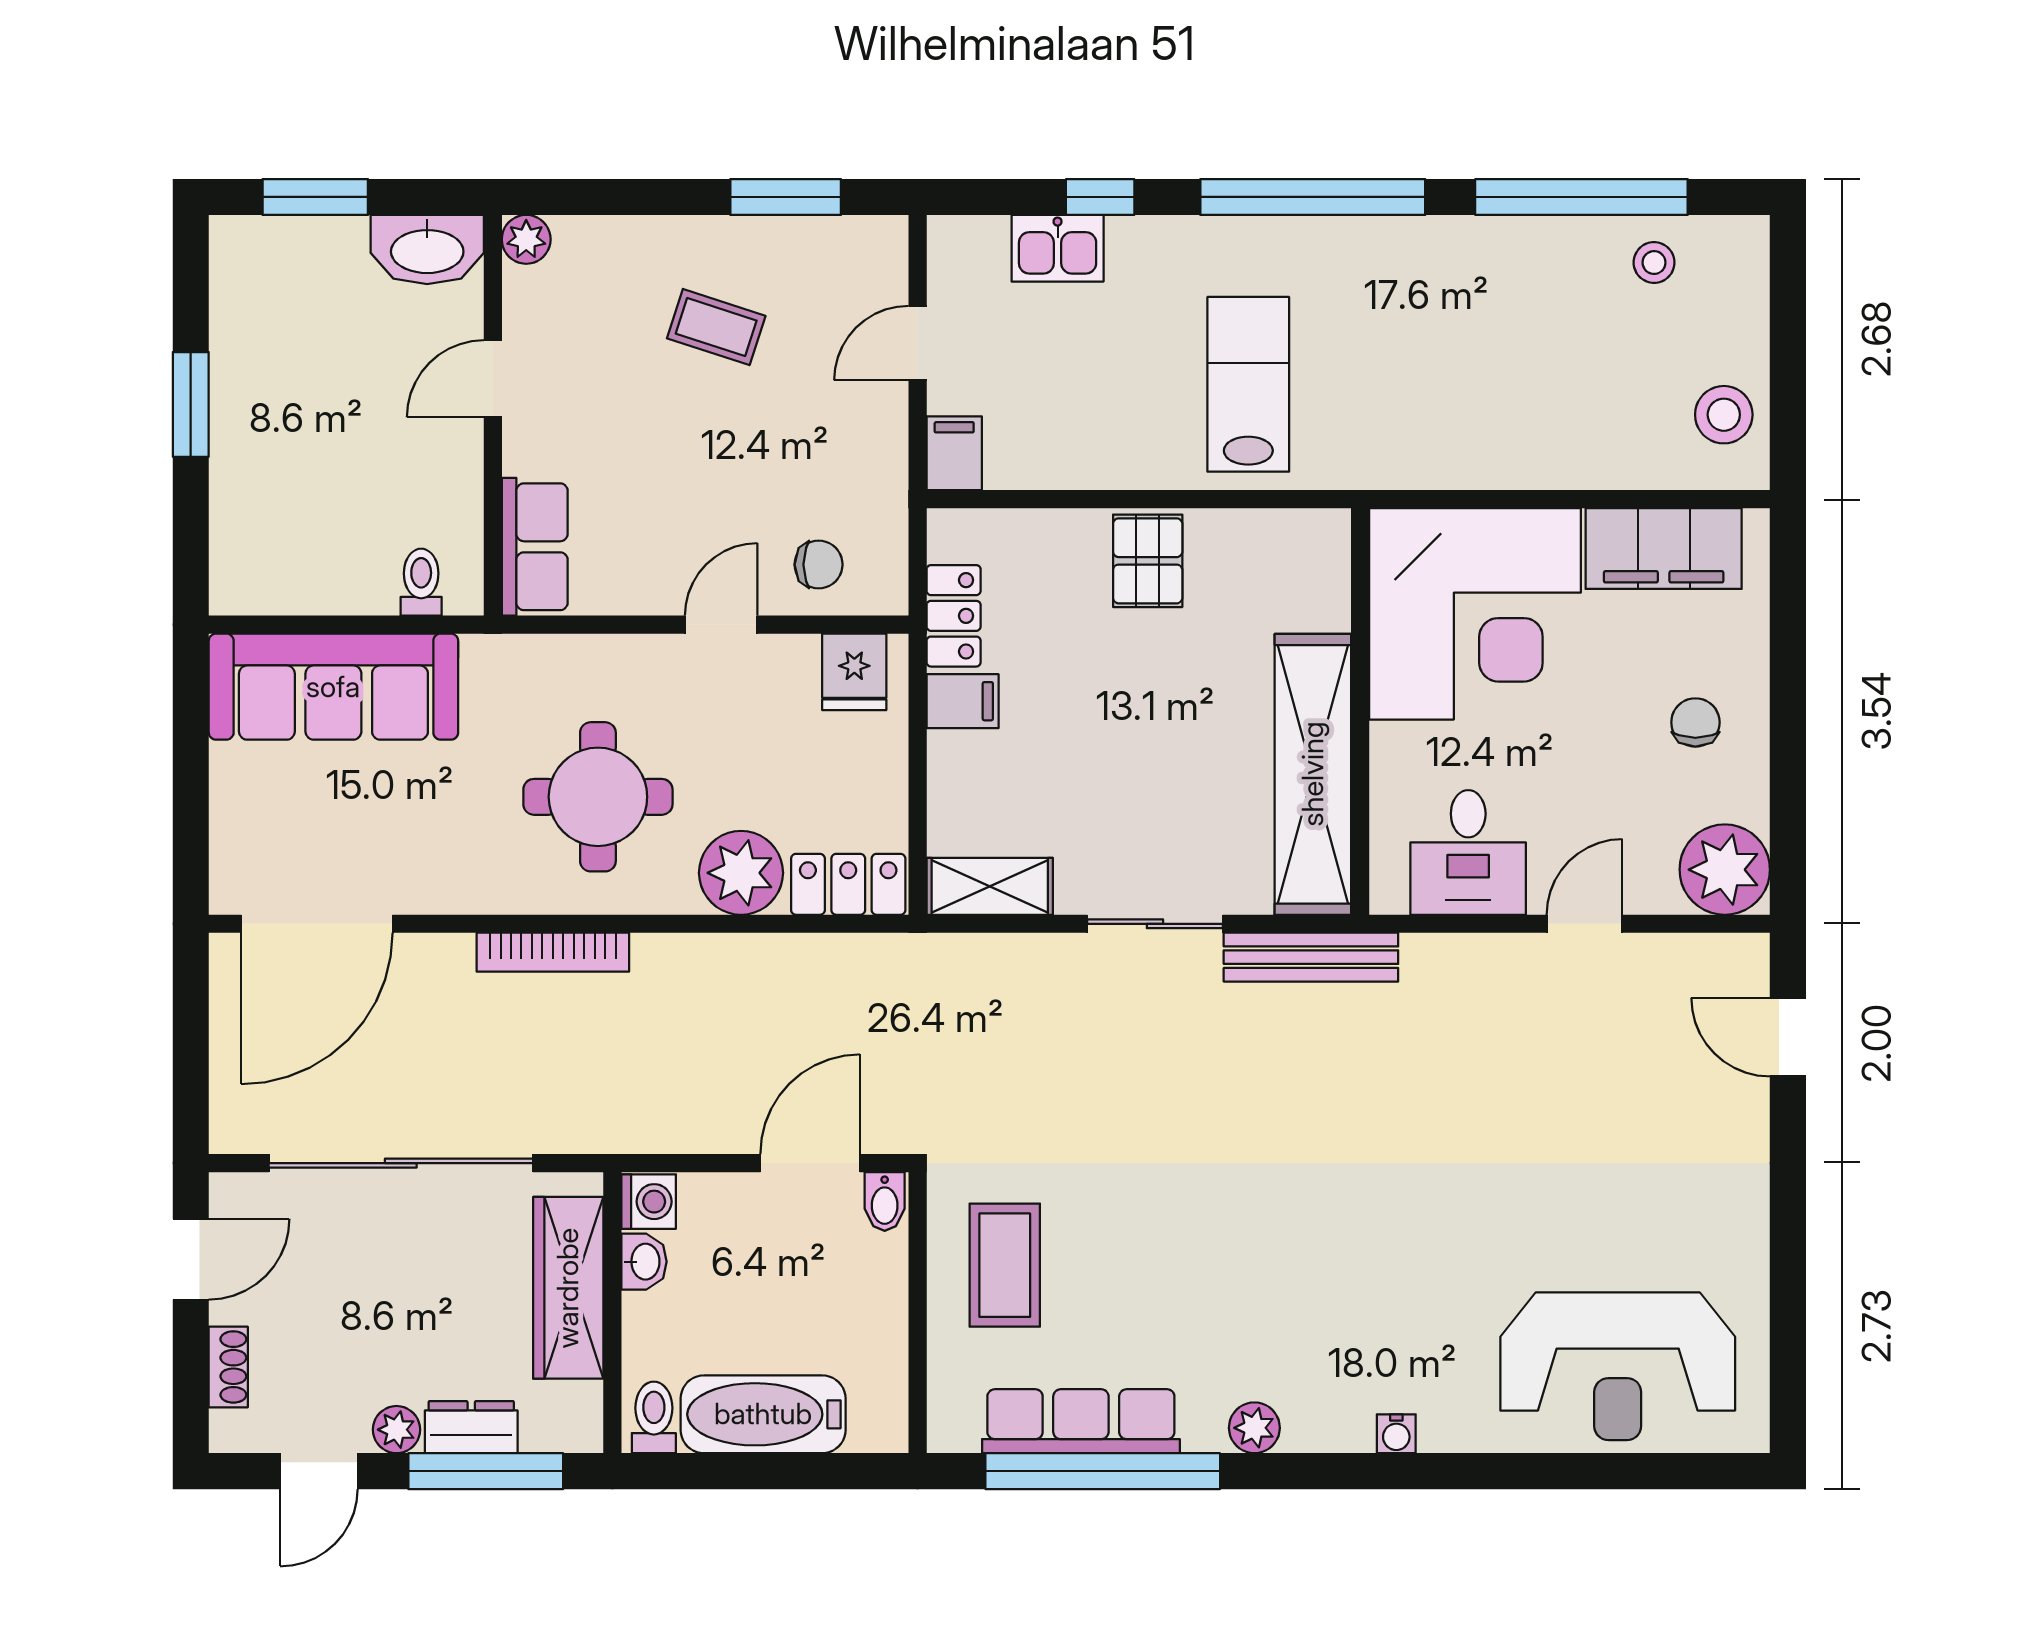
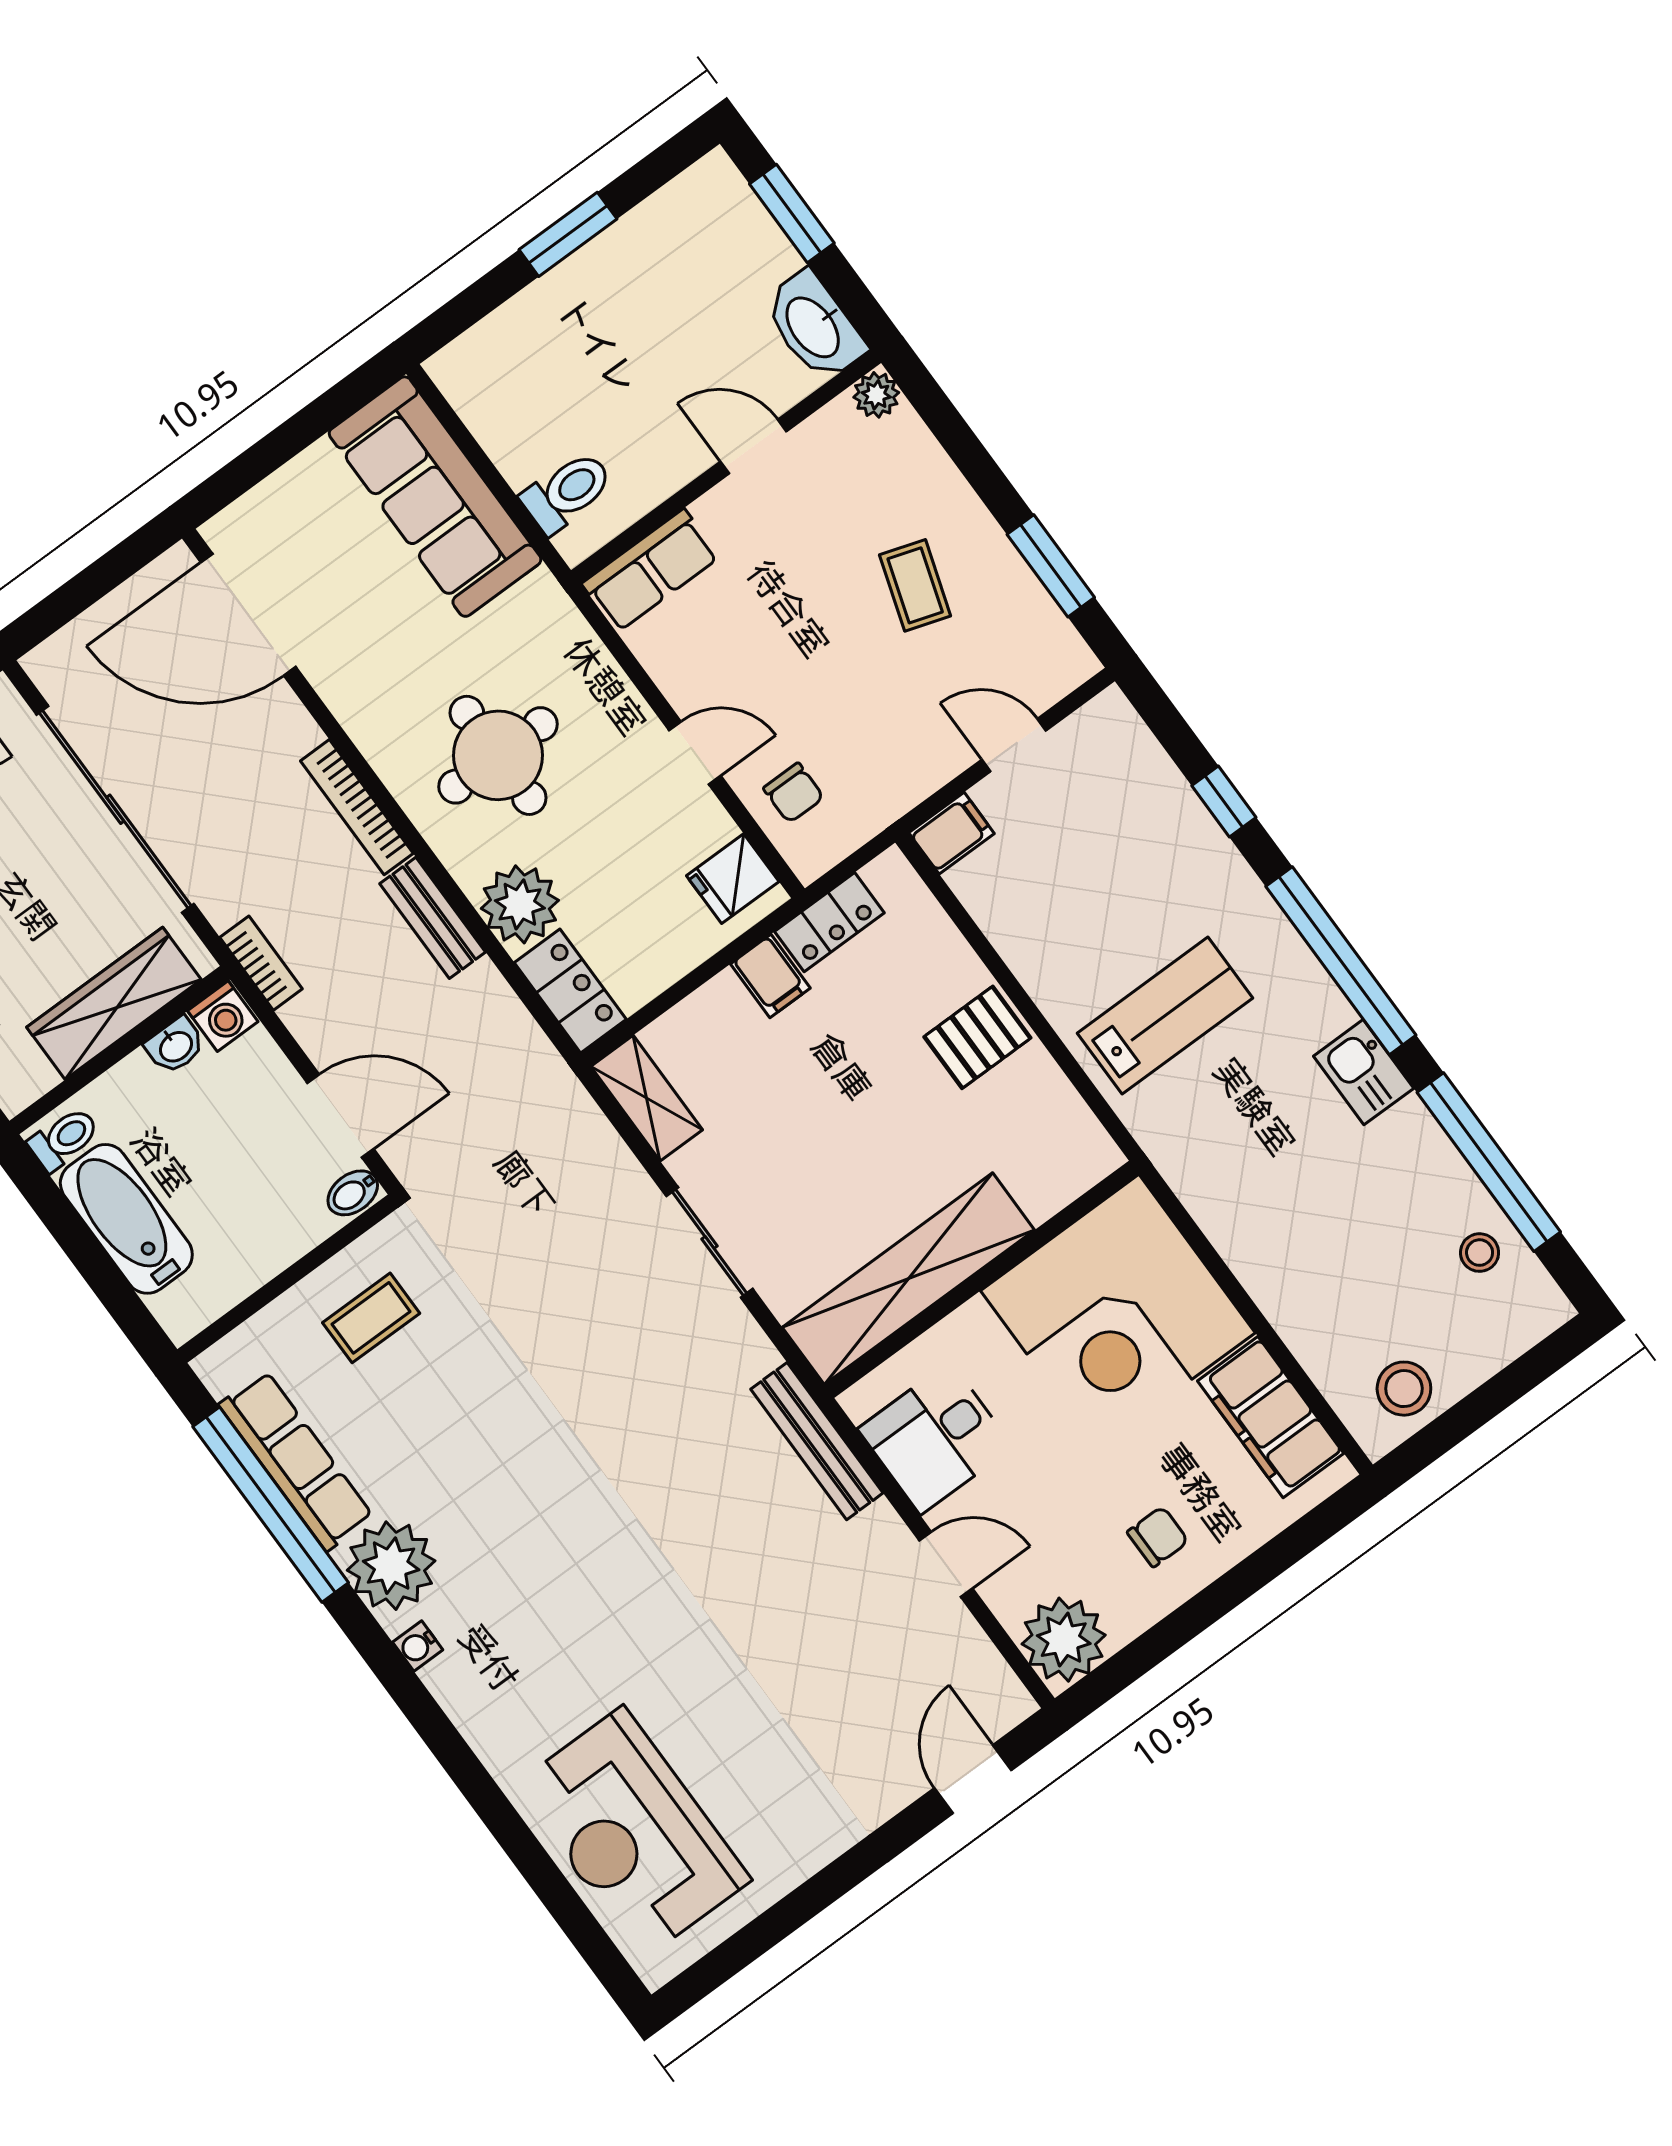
kitchen sink: (1058, 248) -> (1364, 1072), moved
toilet: (421, 582) -> (567, 492), width x1.37, depth x1.39
bench: (697, 957) -> (433, 918), added
bench: (1311, 957) -> (817, 1441), moved
bookcase: (627, 1135) -> (261, 963), added
coffee table: (1005, 1265) -> (371, 1318), width x0.73, depth x0.77
plant: (1254, 1428) -> (391, 1566), width x1.88, depth x1.88
water cooler: (1396, 1434) -> (418, 1646), moved

